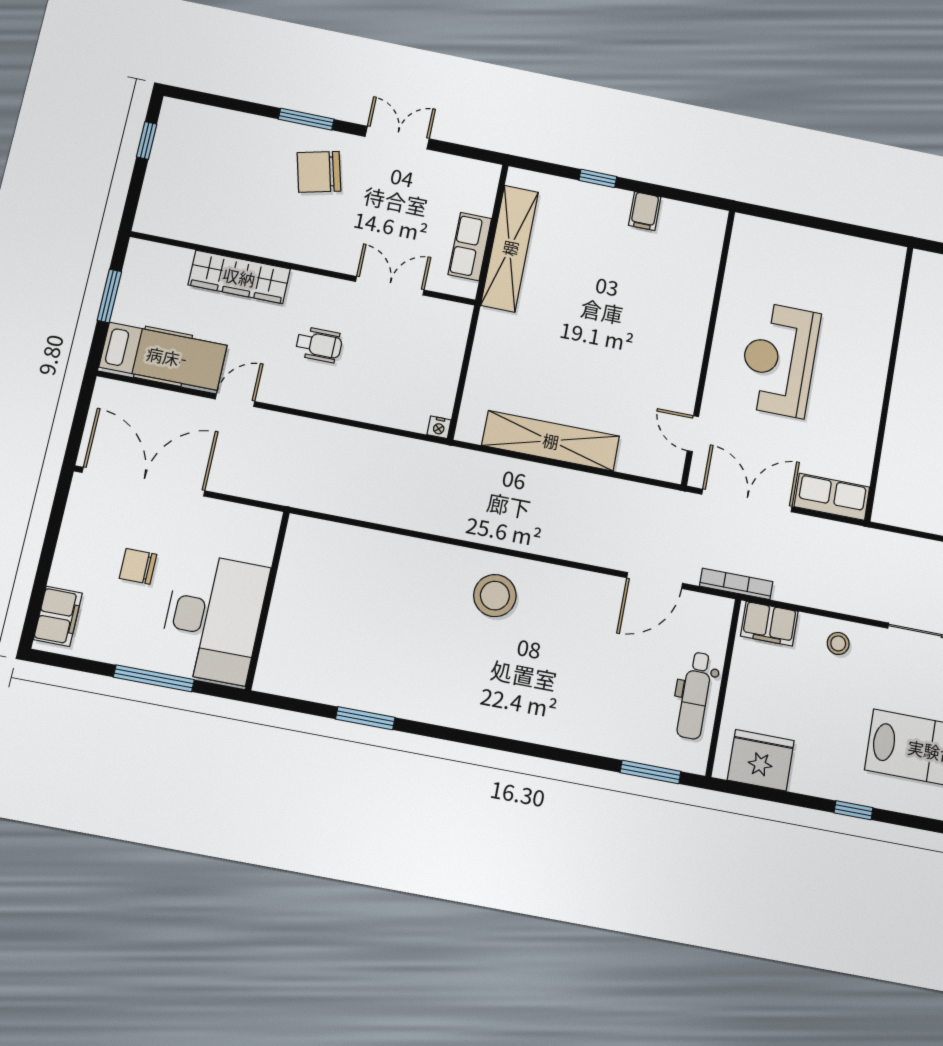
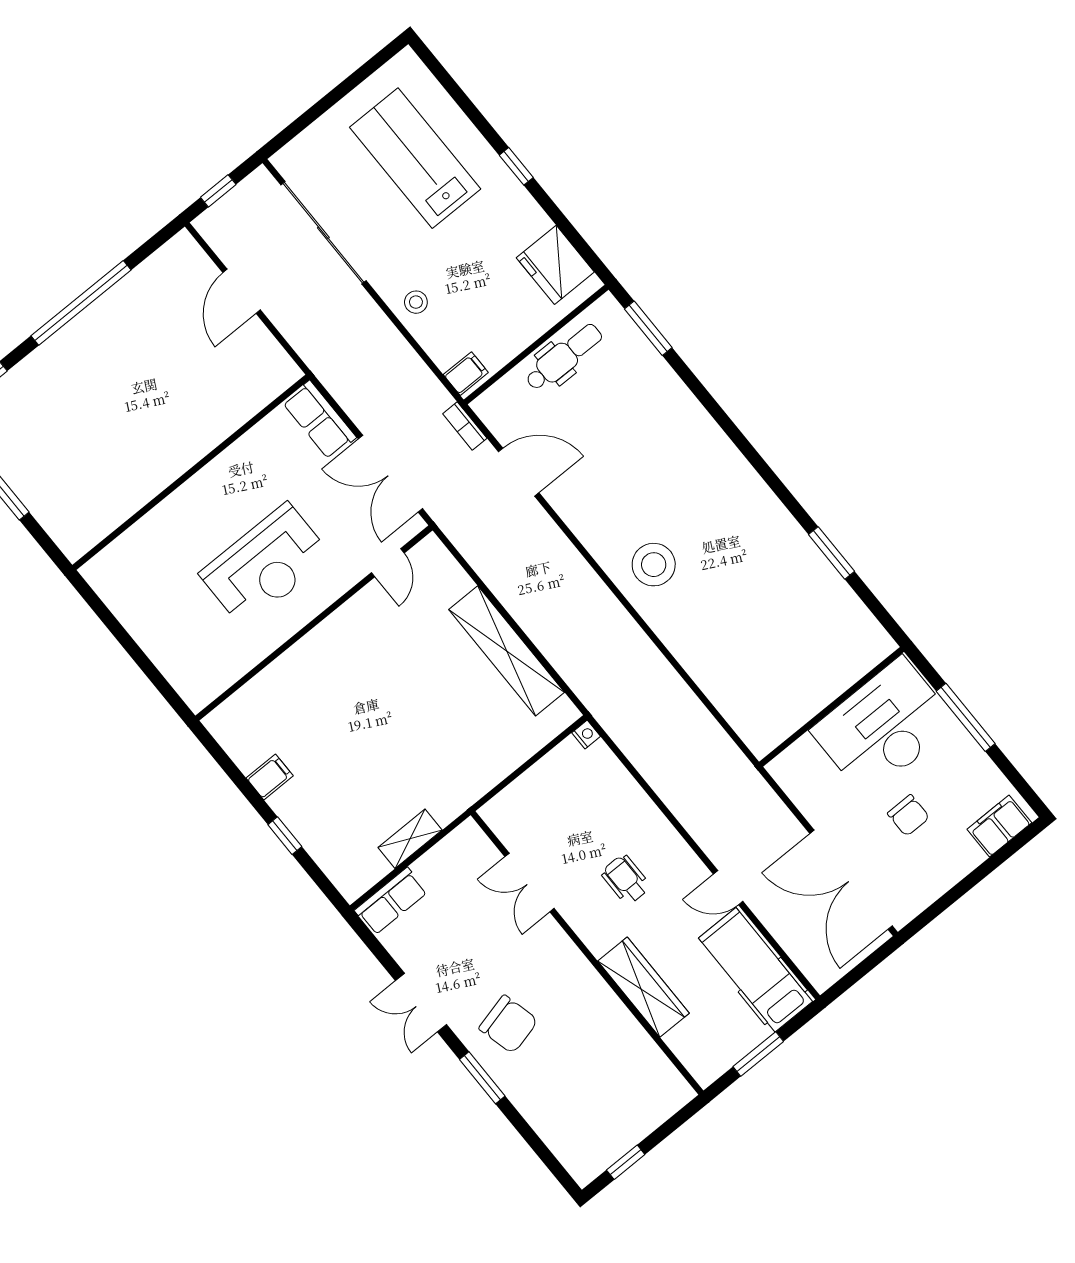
row of seats: (470, 247) -> (391, 901), moved
shelving: (510, 248) -> (410, 839), width x0.45, depth x0.75
bookcase: (736, 584) -> (465, 426), width x0.64
filing cabinet: (769, 624) -> (466, 374), width x0.50

